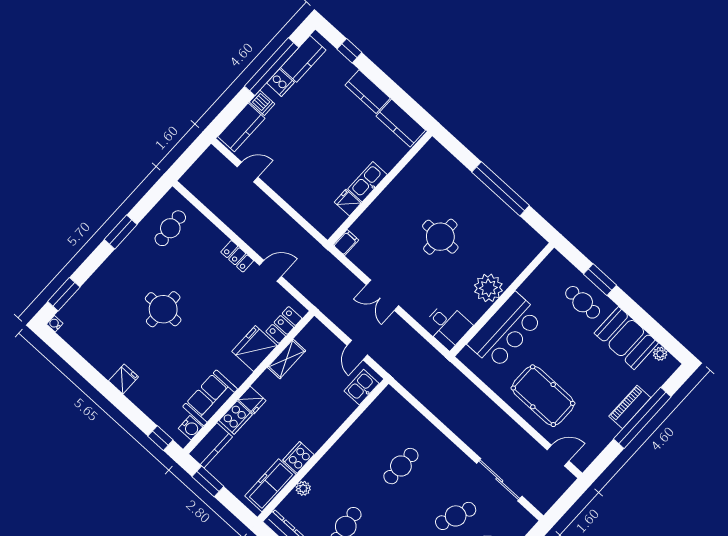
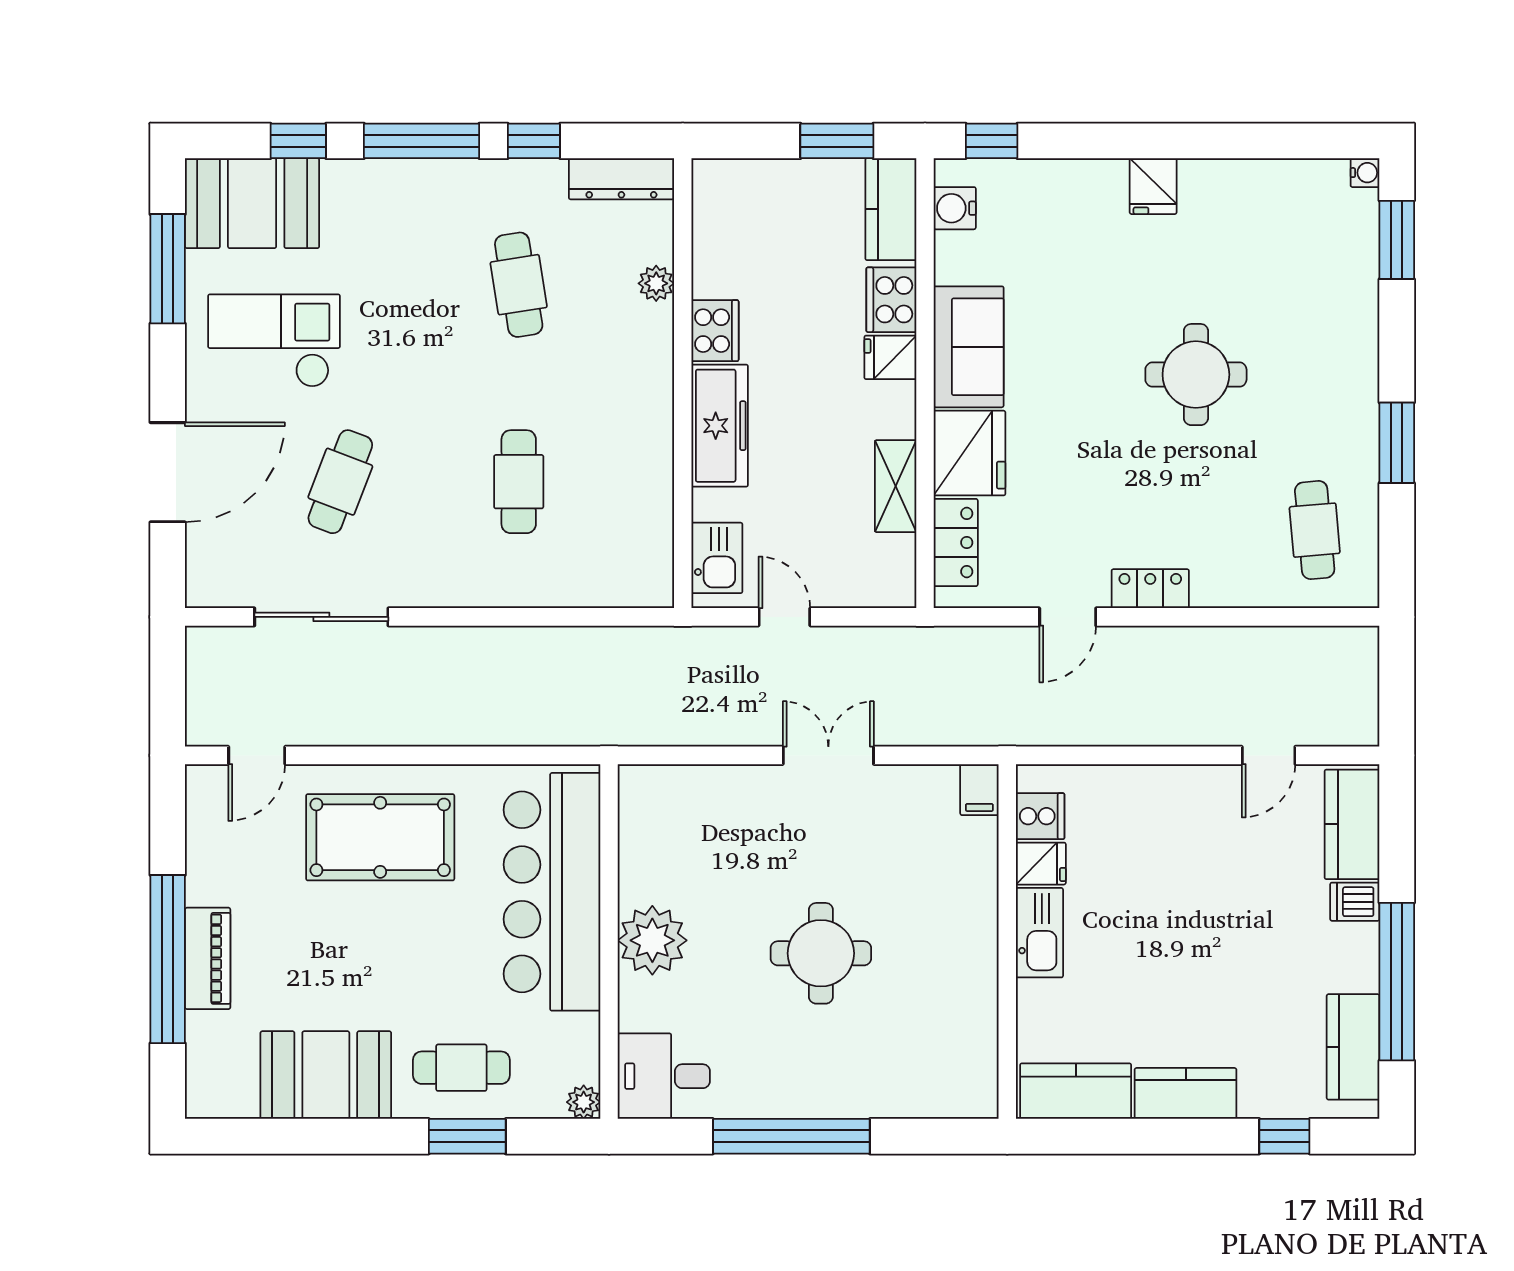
cooker: (280, 83) -> (1040, 816), moved, turned 180
desk: (447, 326) -> (664, 1076), moved
bar counter: (506, 331) -> (552, 892), width x1.36
plant: (660, 354) -> (584, 1102), moved
sofa: (210, 398) -> (969, 347), moved
freezer: (270, 485) -> (720, 426), moved

